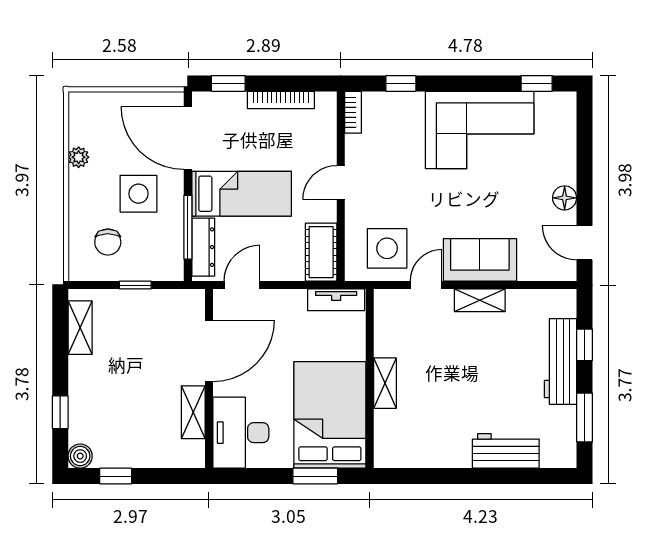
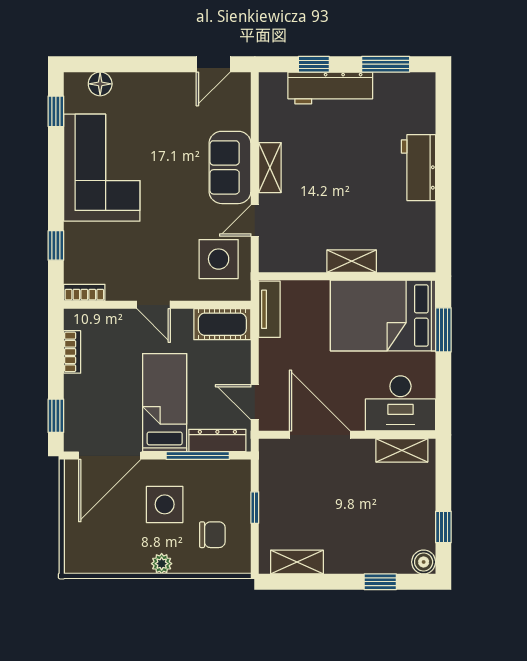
bookcase: (281, 100) -> (72, 352), width x0.64
plant: (79, 157) -> (162, 564), moved
floor lamp: (565, 198) -> (100, 84), moved
door: (426, 285) -> (255, 221), hinge flipped
shelving: (193, 412) -> (402, 450), moved
workbench: (506, 451) -> (418, 168), moved

